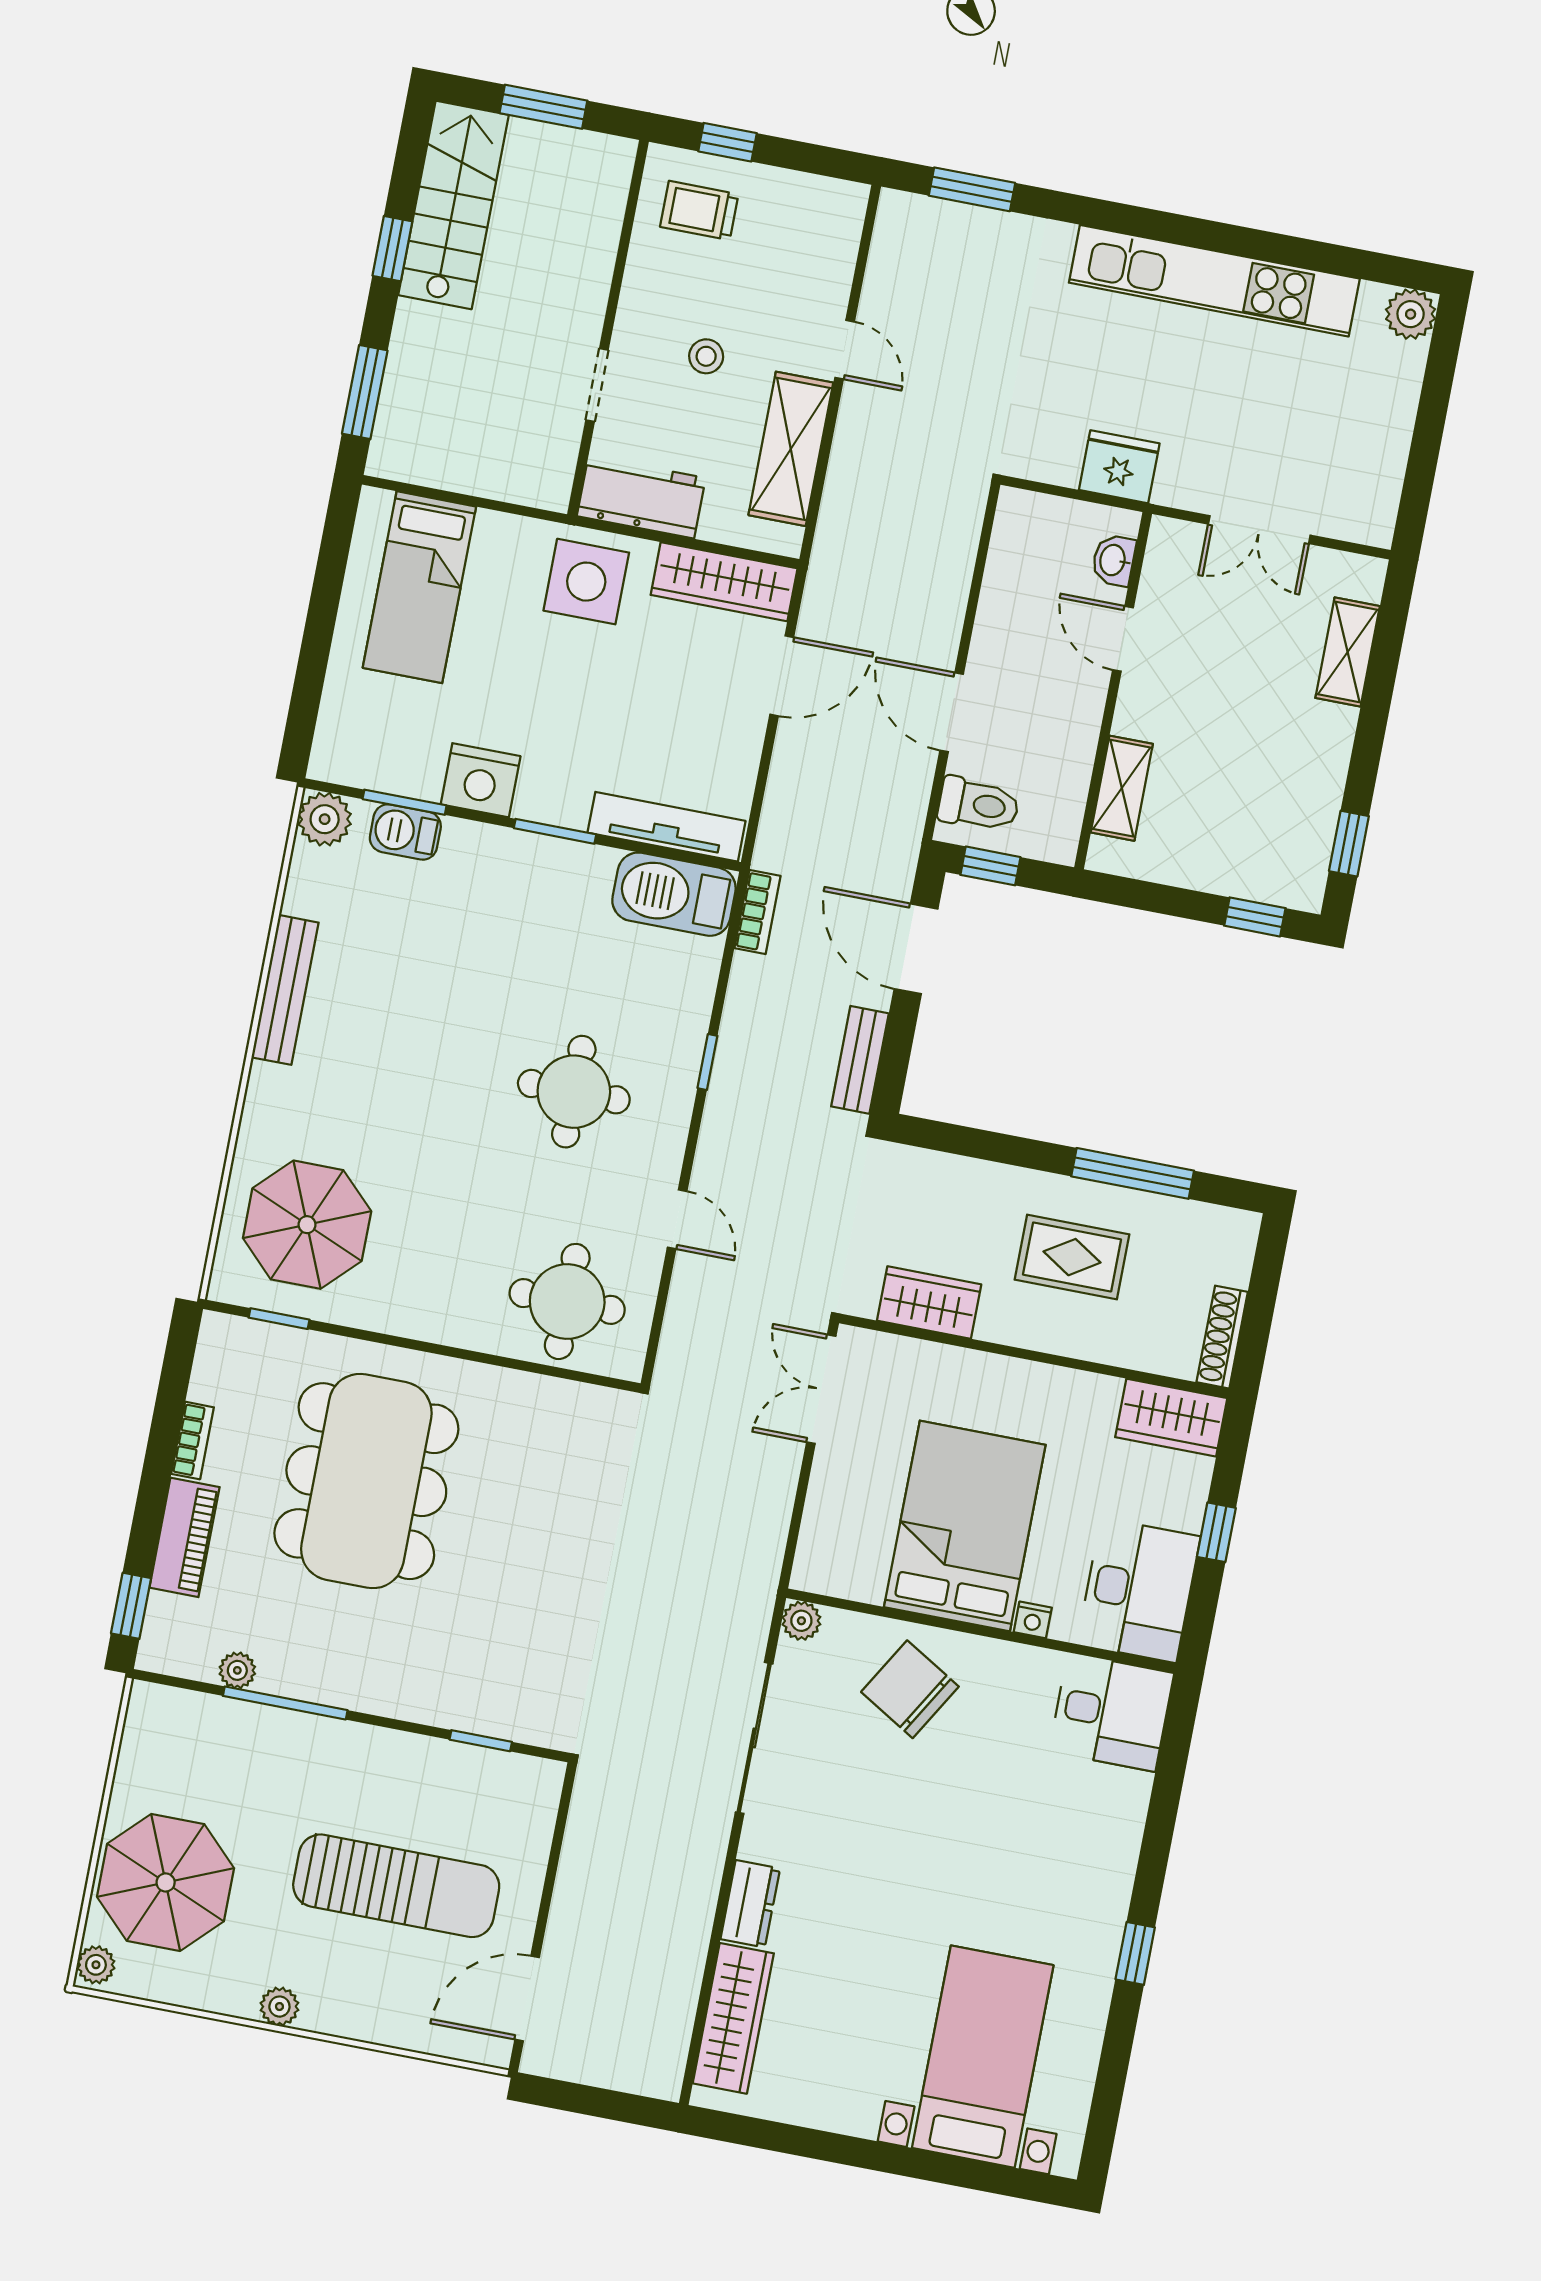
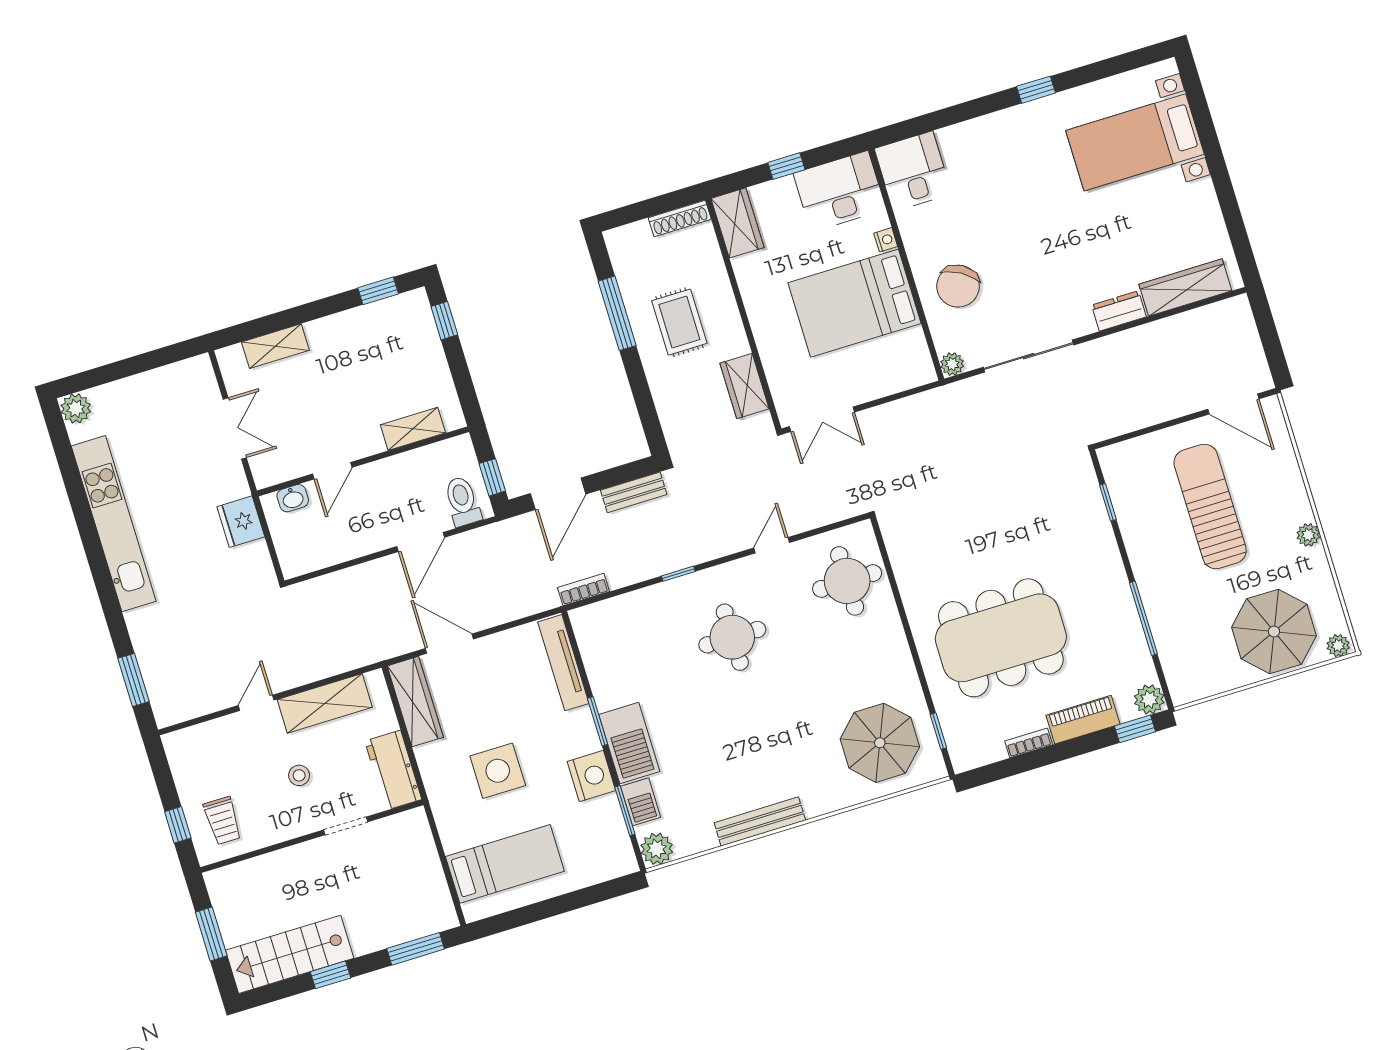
side table: (586, 582) -> (498, 771), moved
barbecue: (674, 894) -> (629, 743), moved
plant: (237, 1670) -> (1149, 699), moved, width x1.38, depth x1.38

